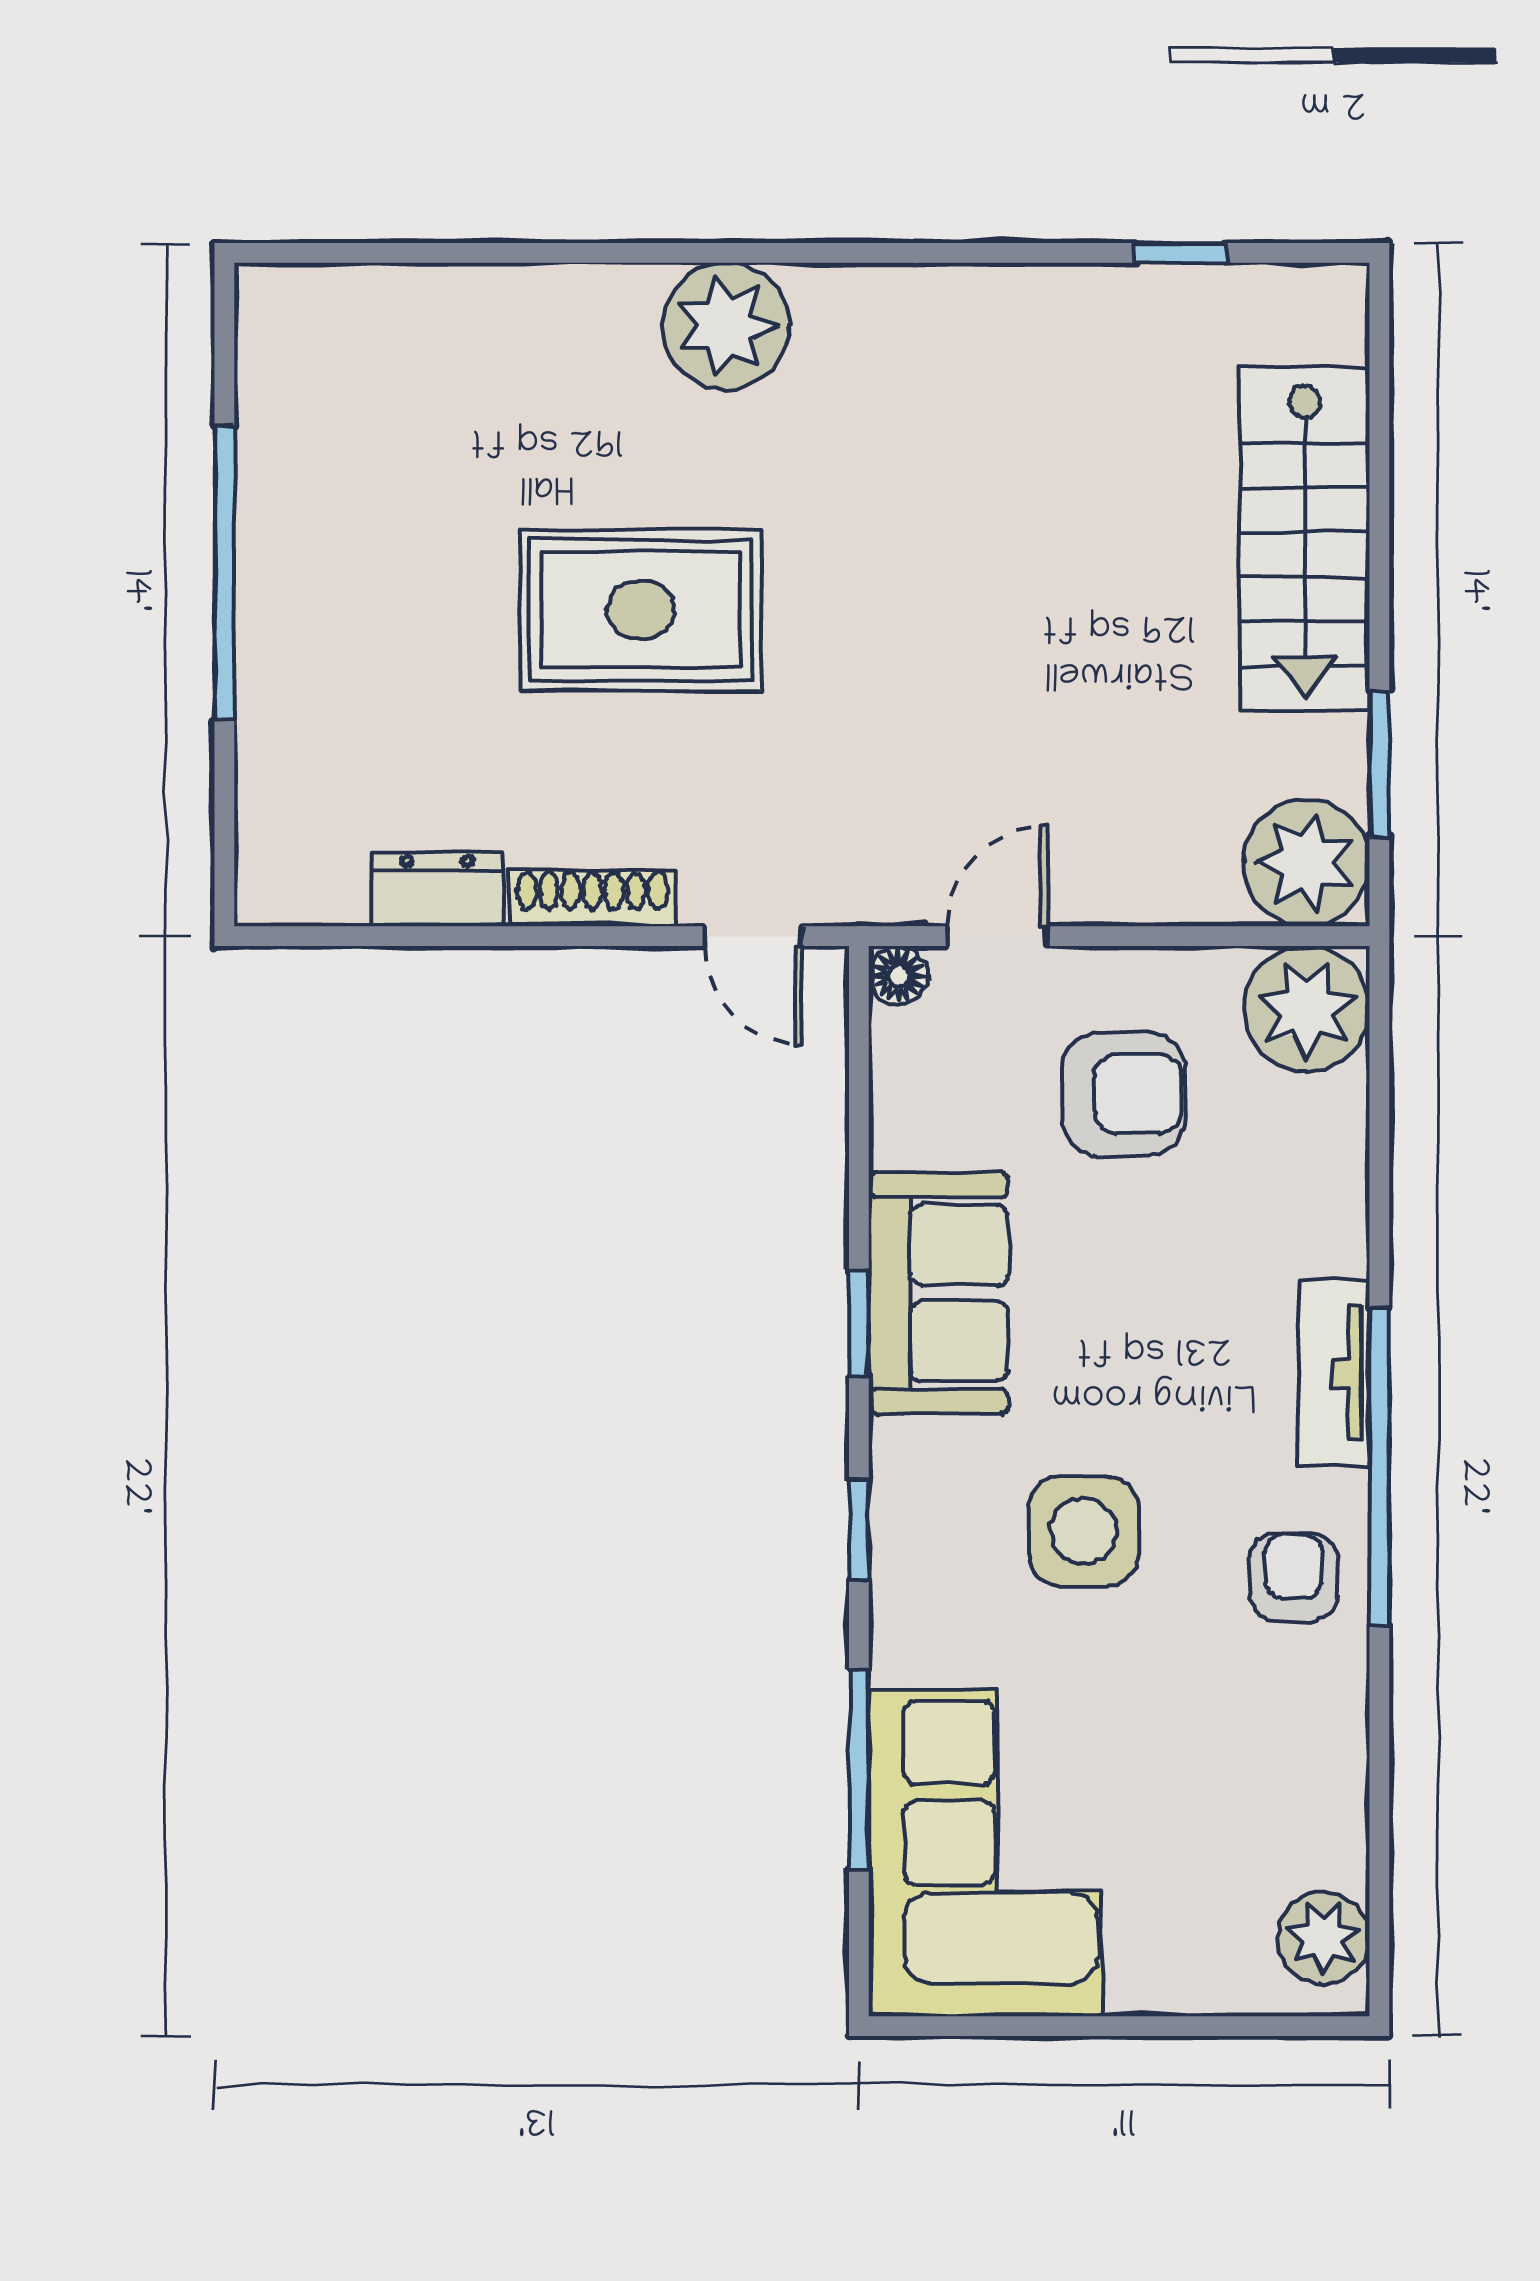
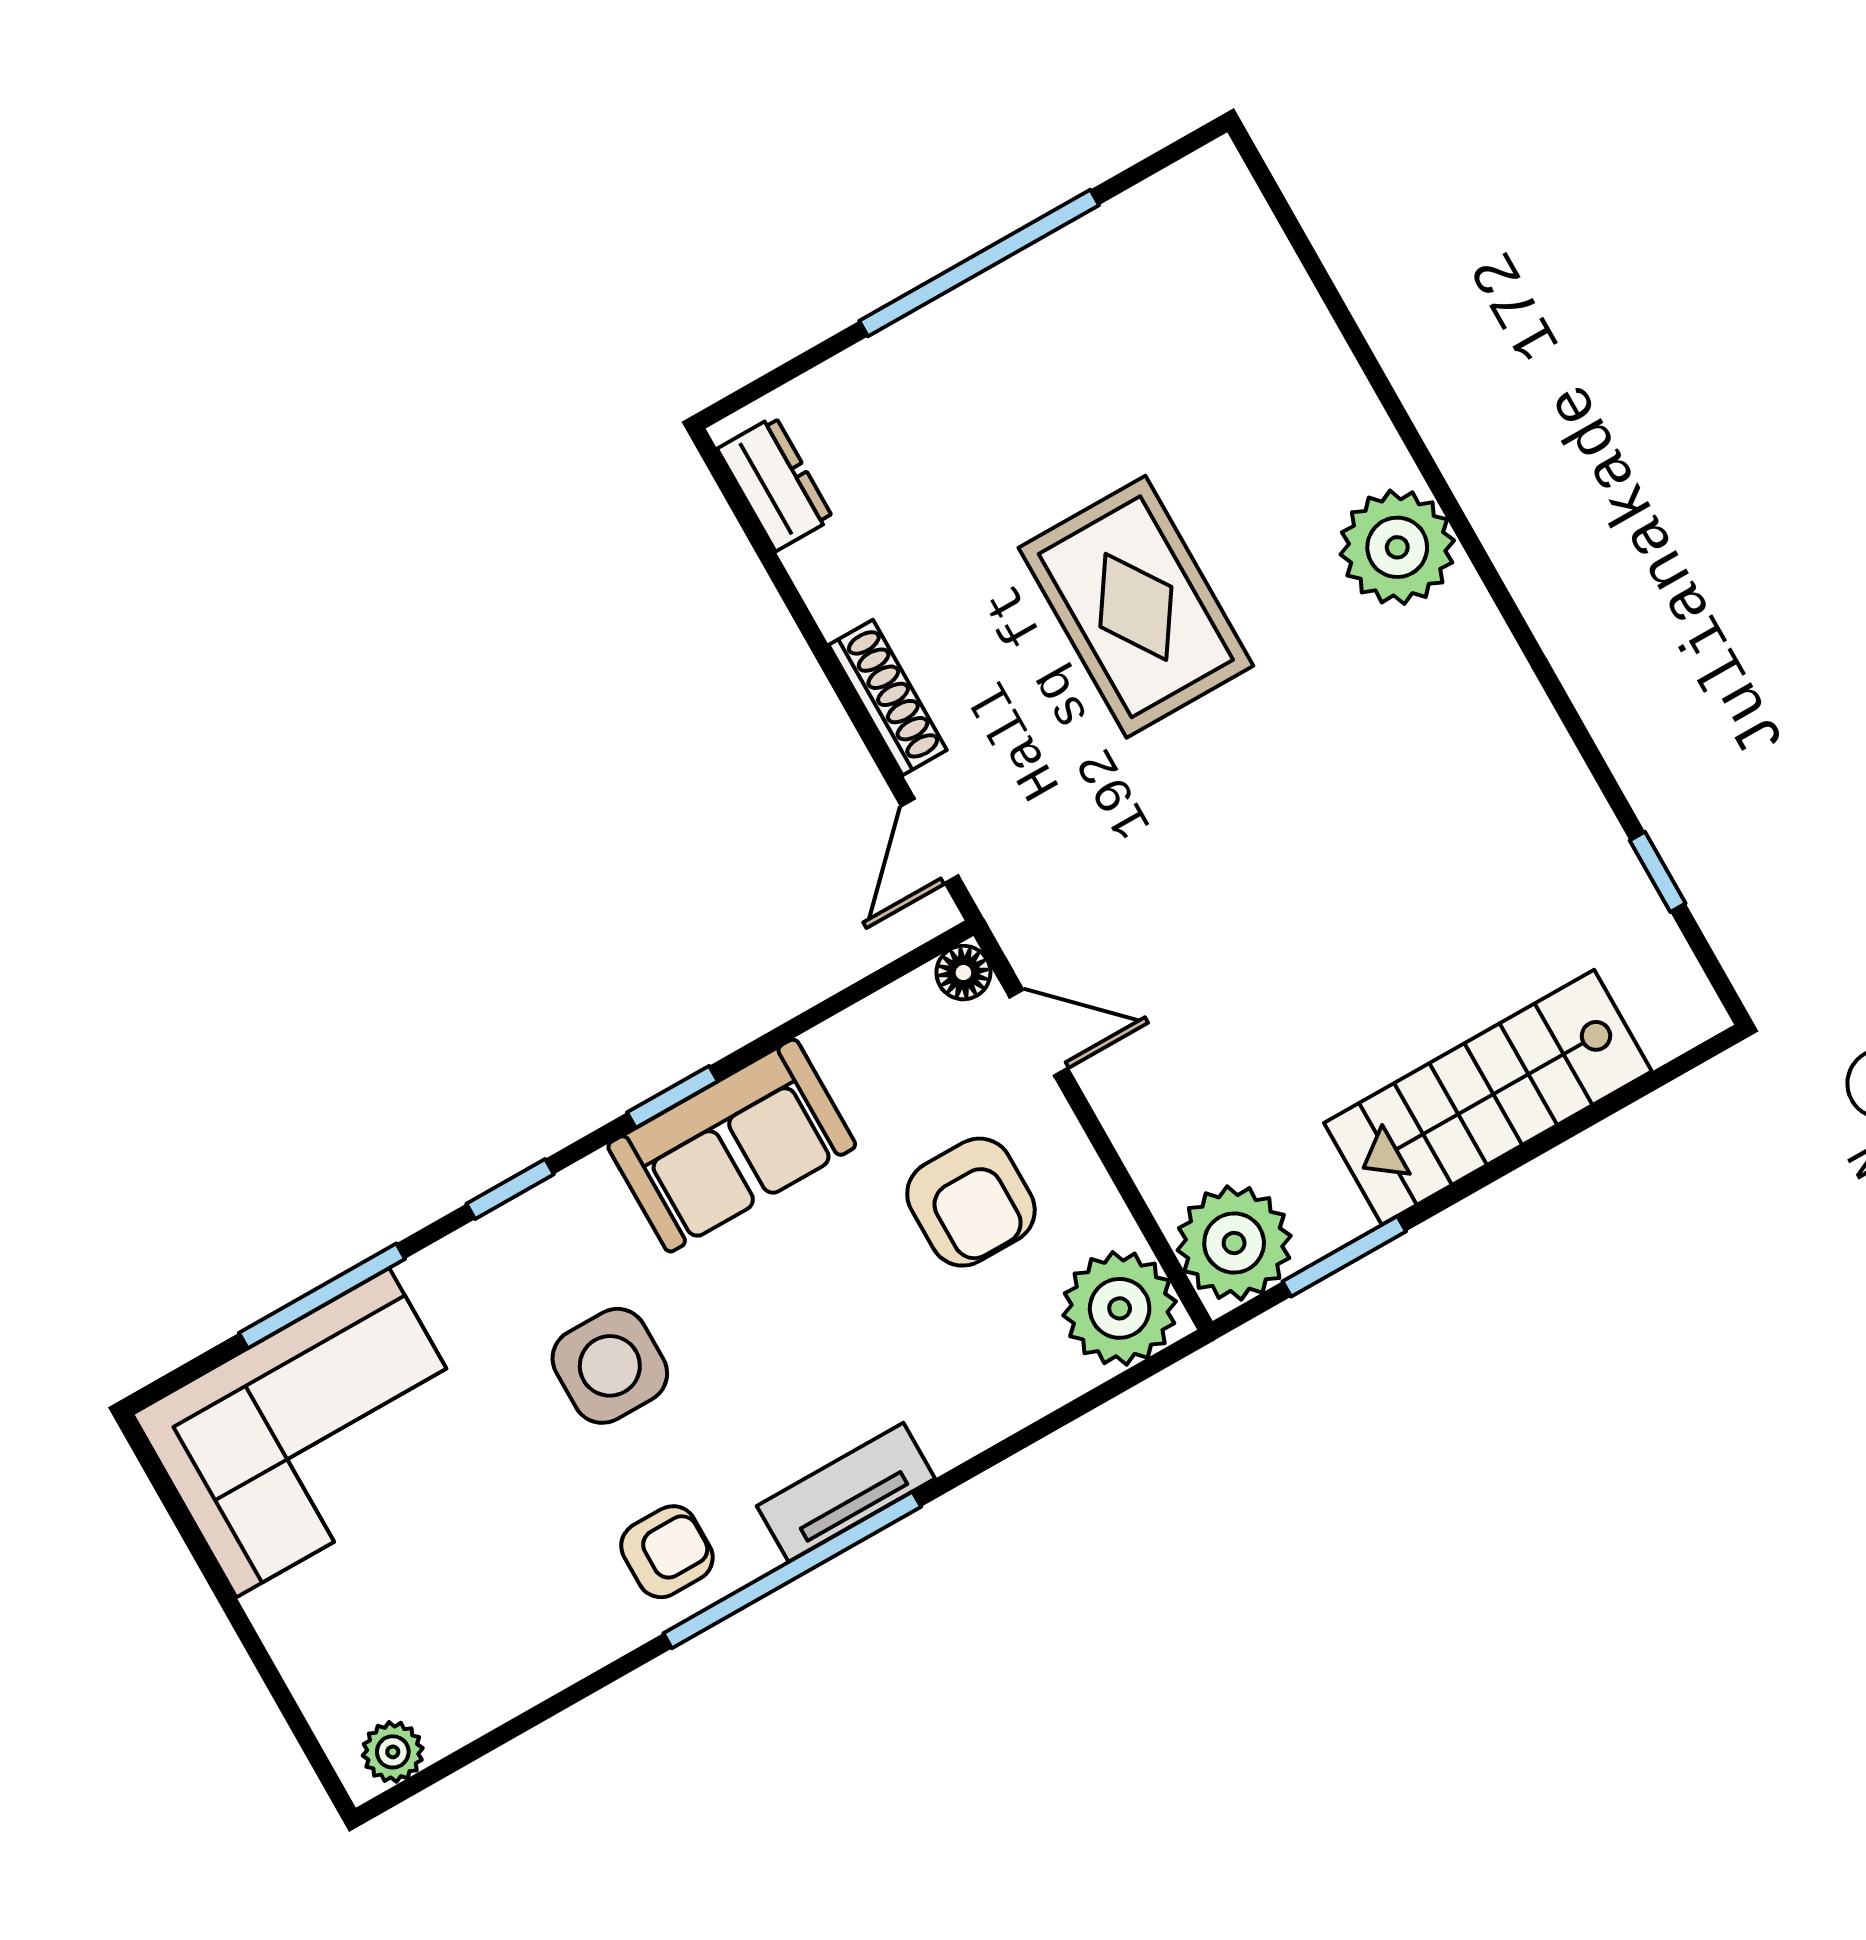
dresser: (437, 889) -> (775, 484), moved
plant: (1324, 1938) -> (393, 1752), width x0.73, depth x0.73

